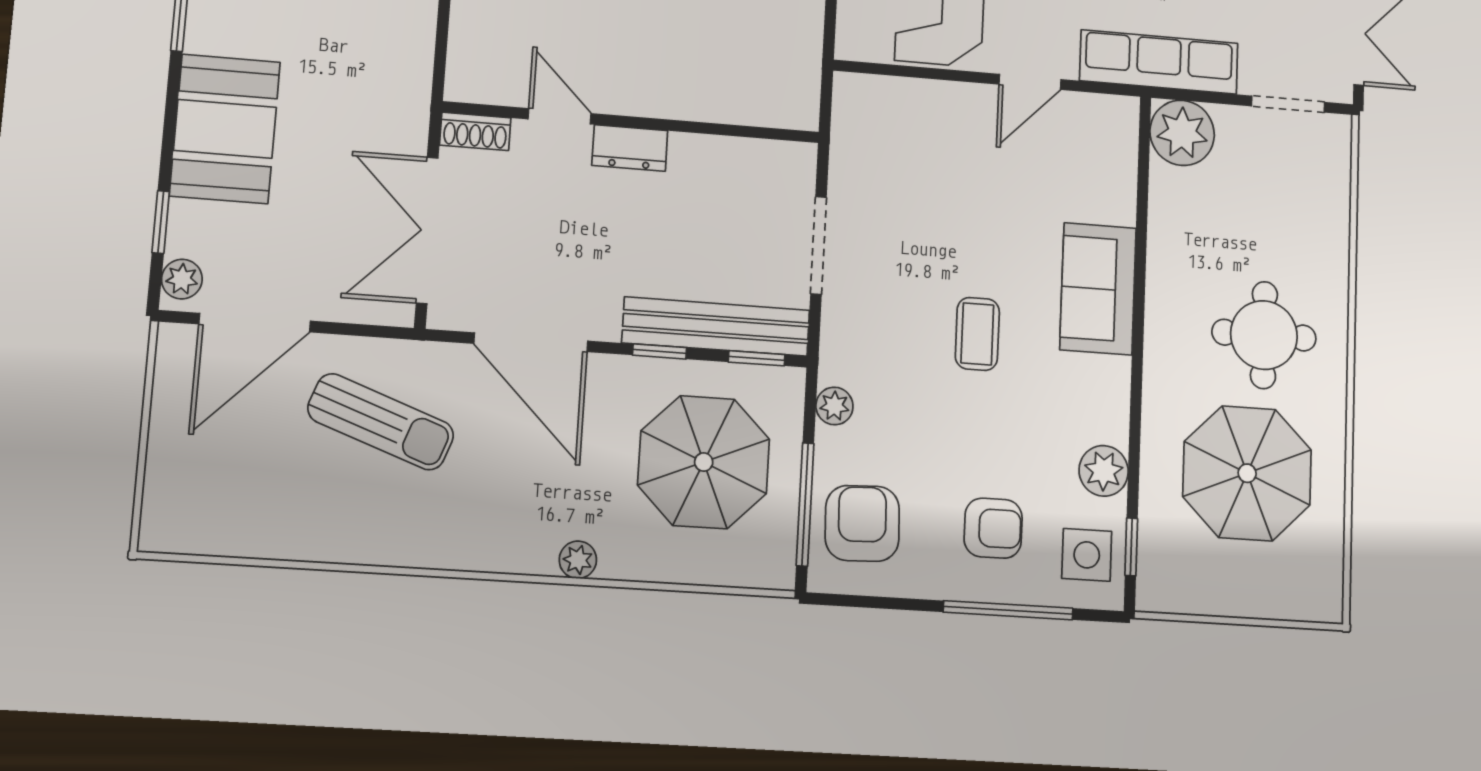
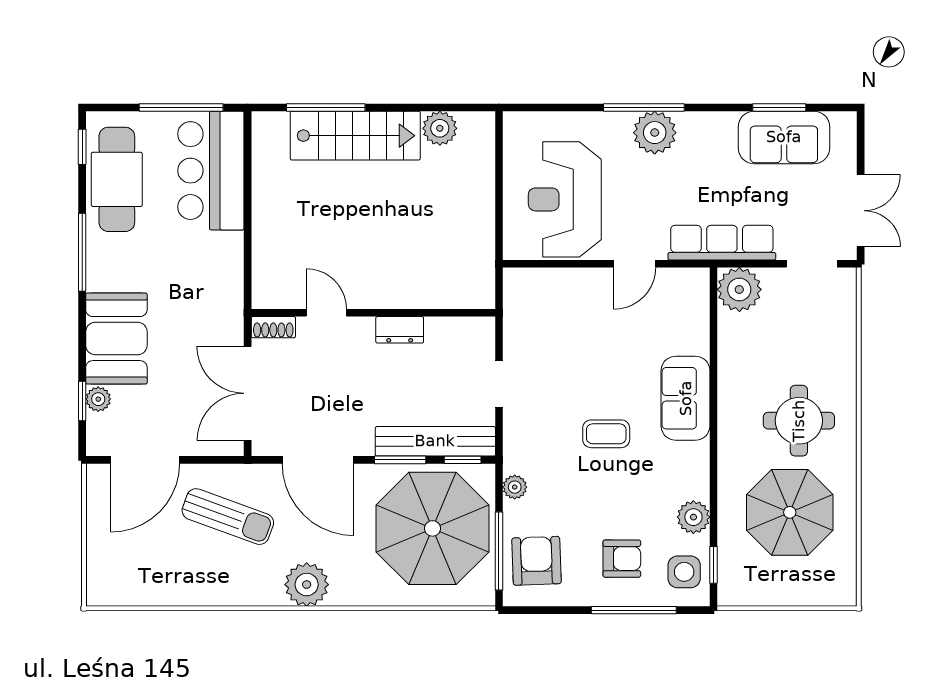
dresser: (630, 148) -> (400, 330), moved
doorway: (818, 245) -> (499, 384), width x0.73
plant: (182, 279) -> (98, 399), moved
coffee table: (977, 334) -> (606, 434), turned 90
window: (660, 351) -> (400, 460), width x1.50
parasol: (704, 462) -> (432, 528), width x1.36, depth x1.36
plant: (578, 560) -> (307, 585), moved, width x1.88, depth x1.88

